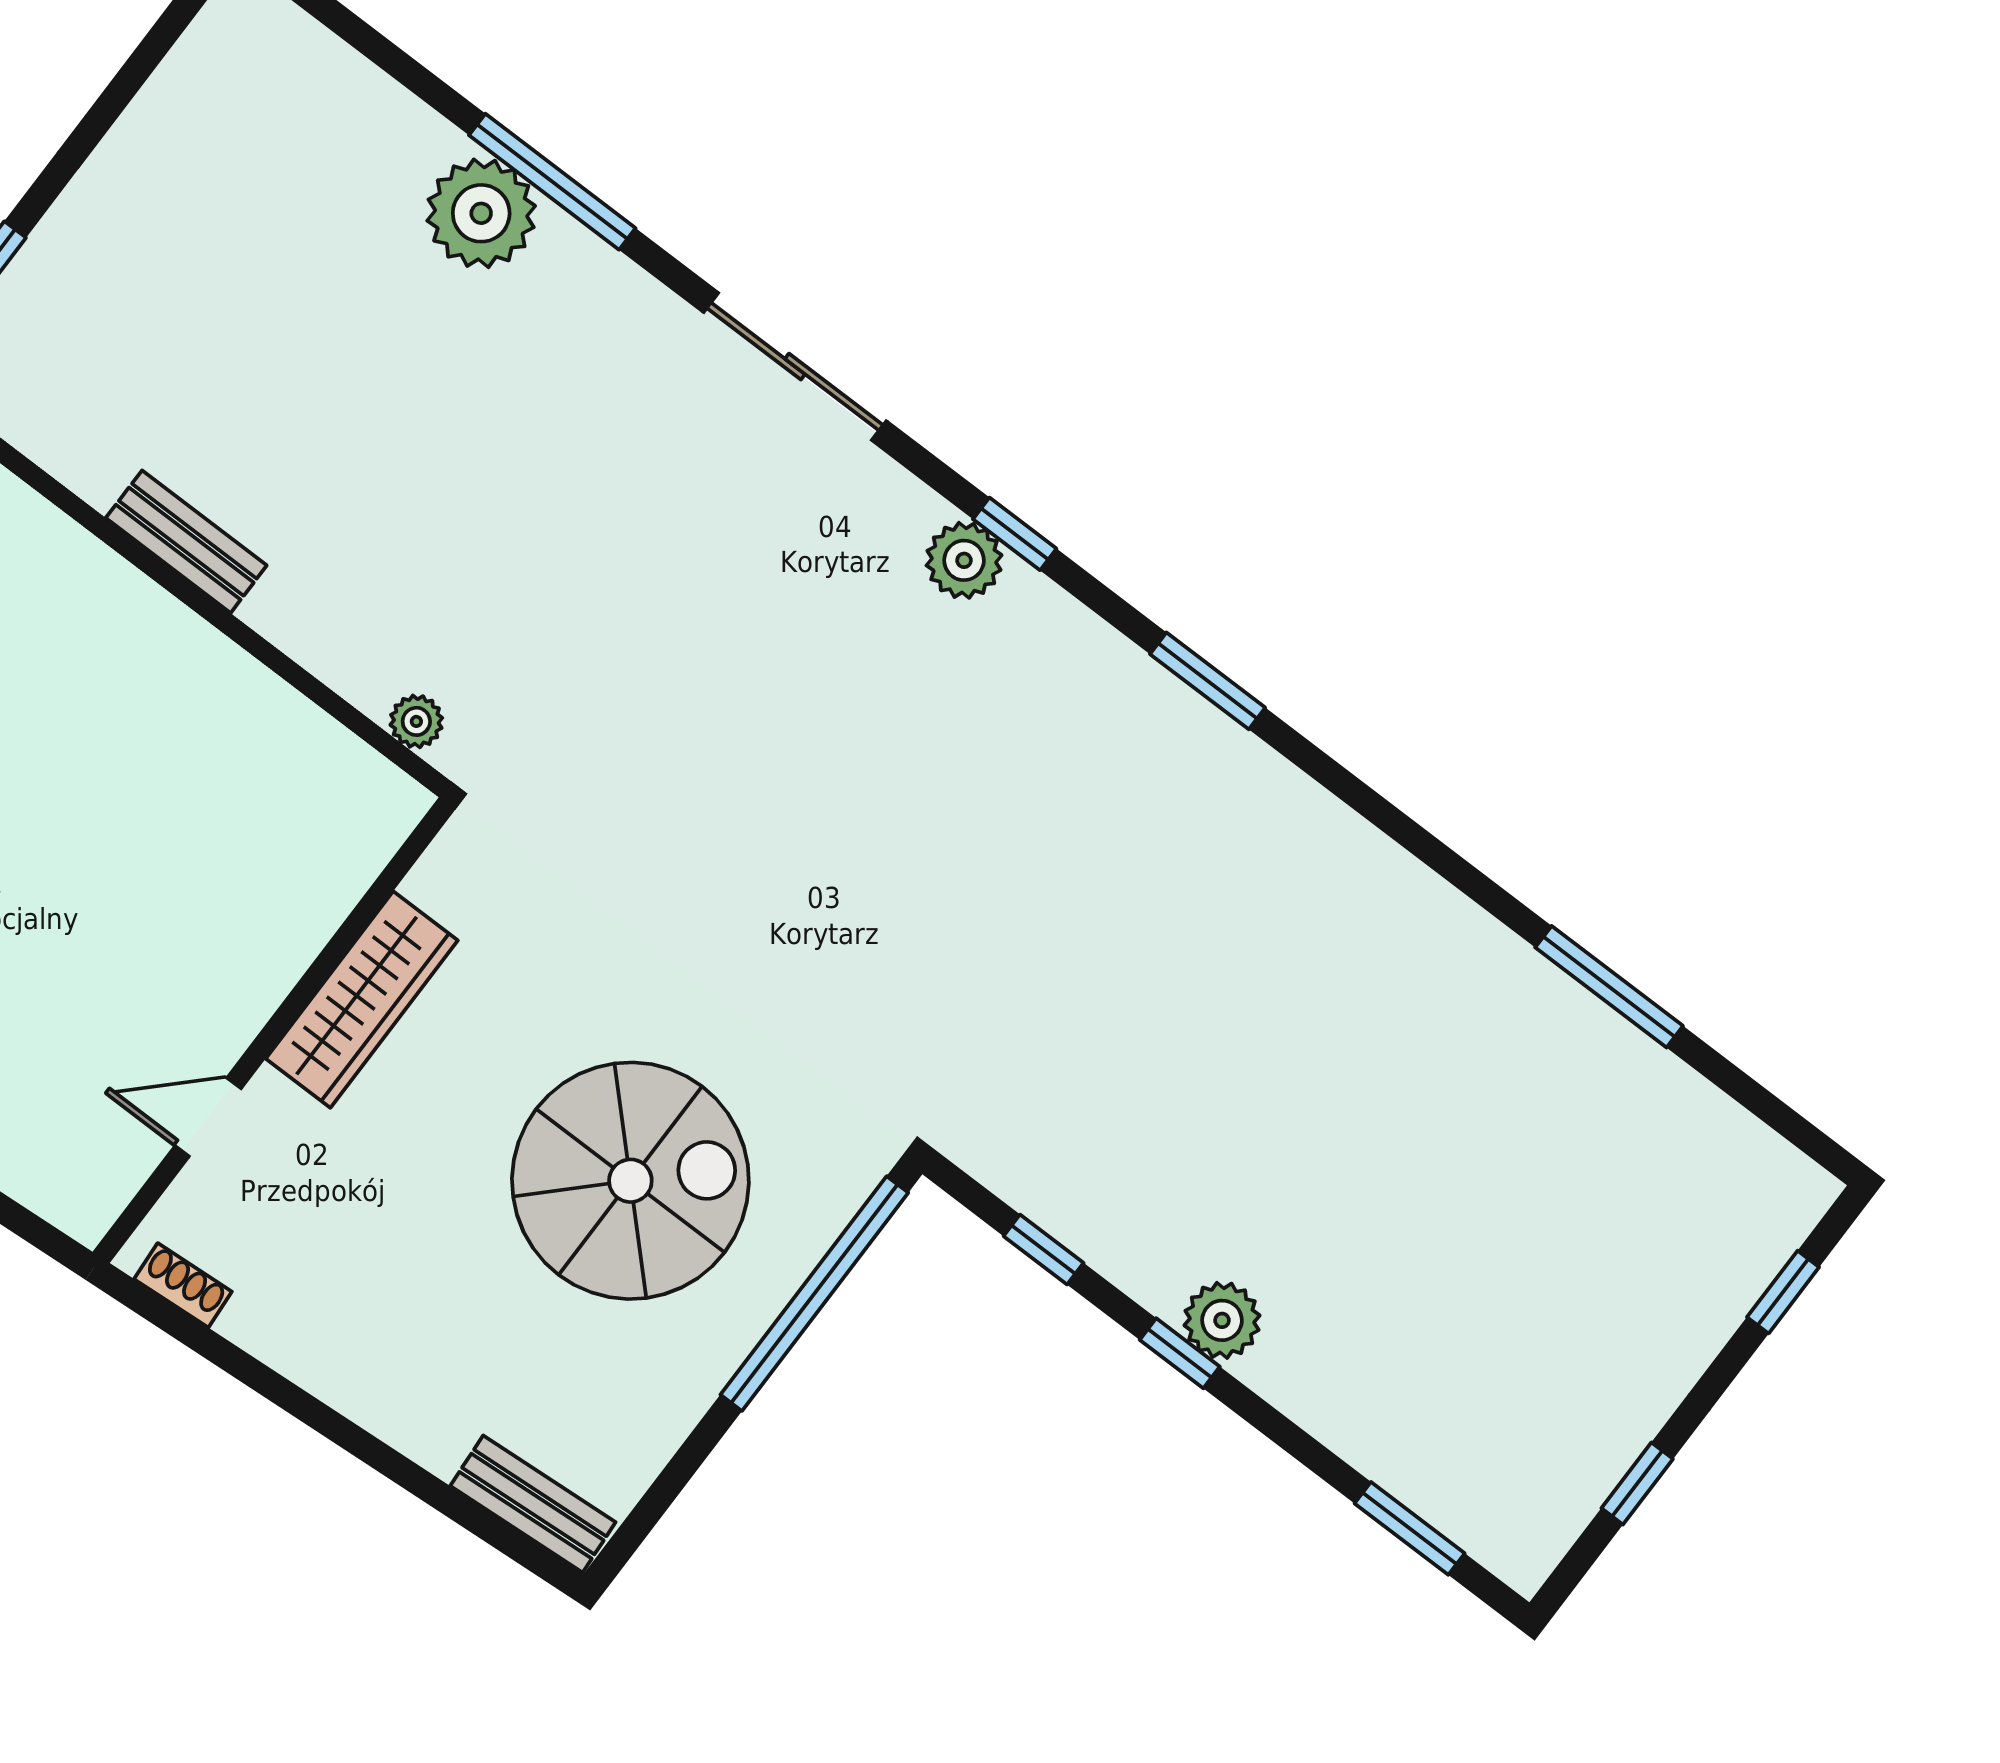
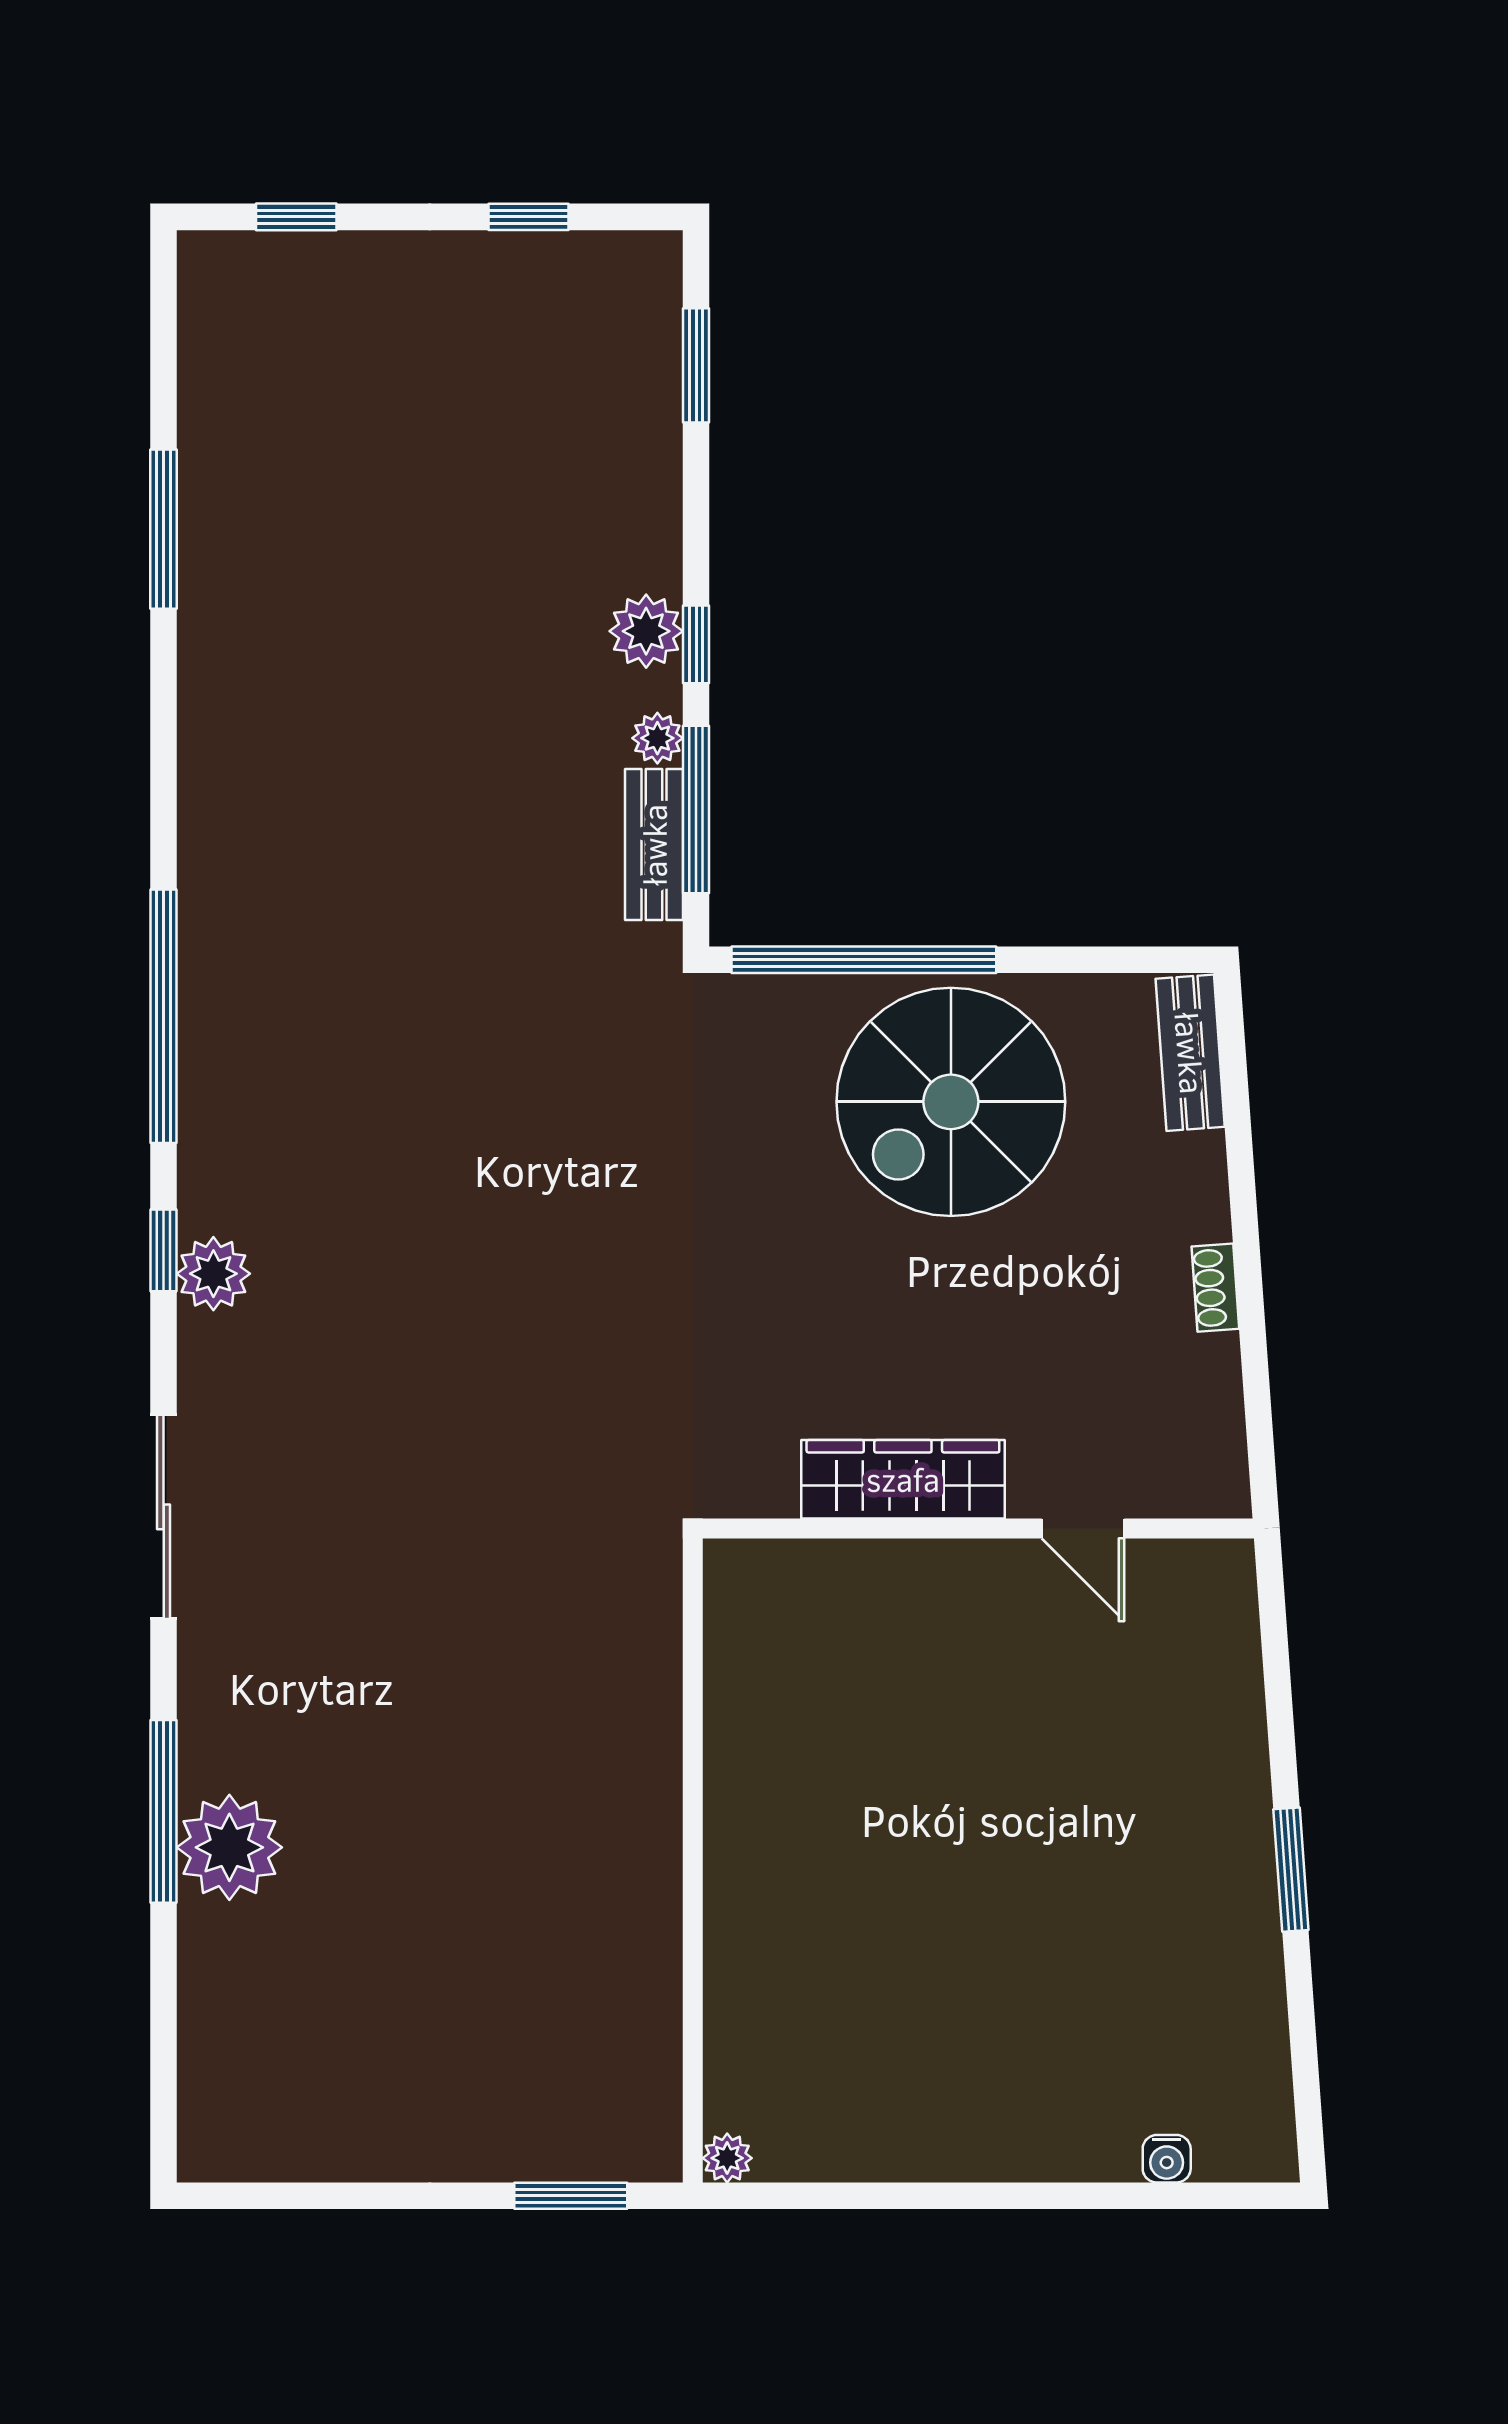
bench: (186, 542) -> (654, 845), moved
window: (1208, 681) -> (164, 1016), width x2.11
plant: (416, 721) -> (657, 738), moved
spiral stairs: (630, 1181) -> (951, 1102), moved, turned -90
window: (1044, 1250) -> (696, 810), width x2.17
shoe rack: (183, 1285) -> (1215, 1288), moved

